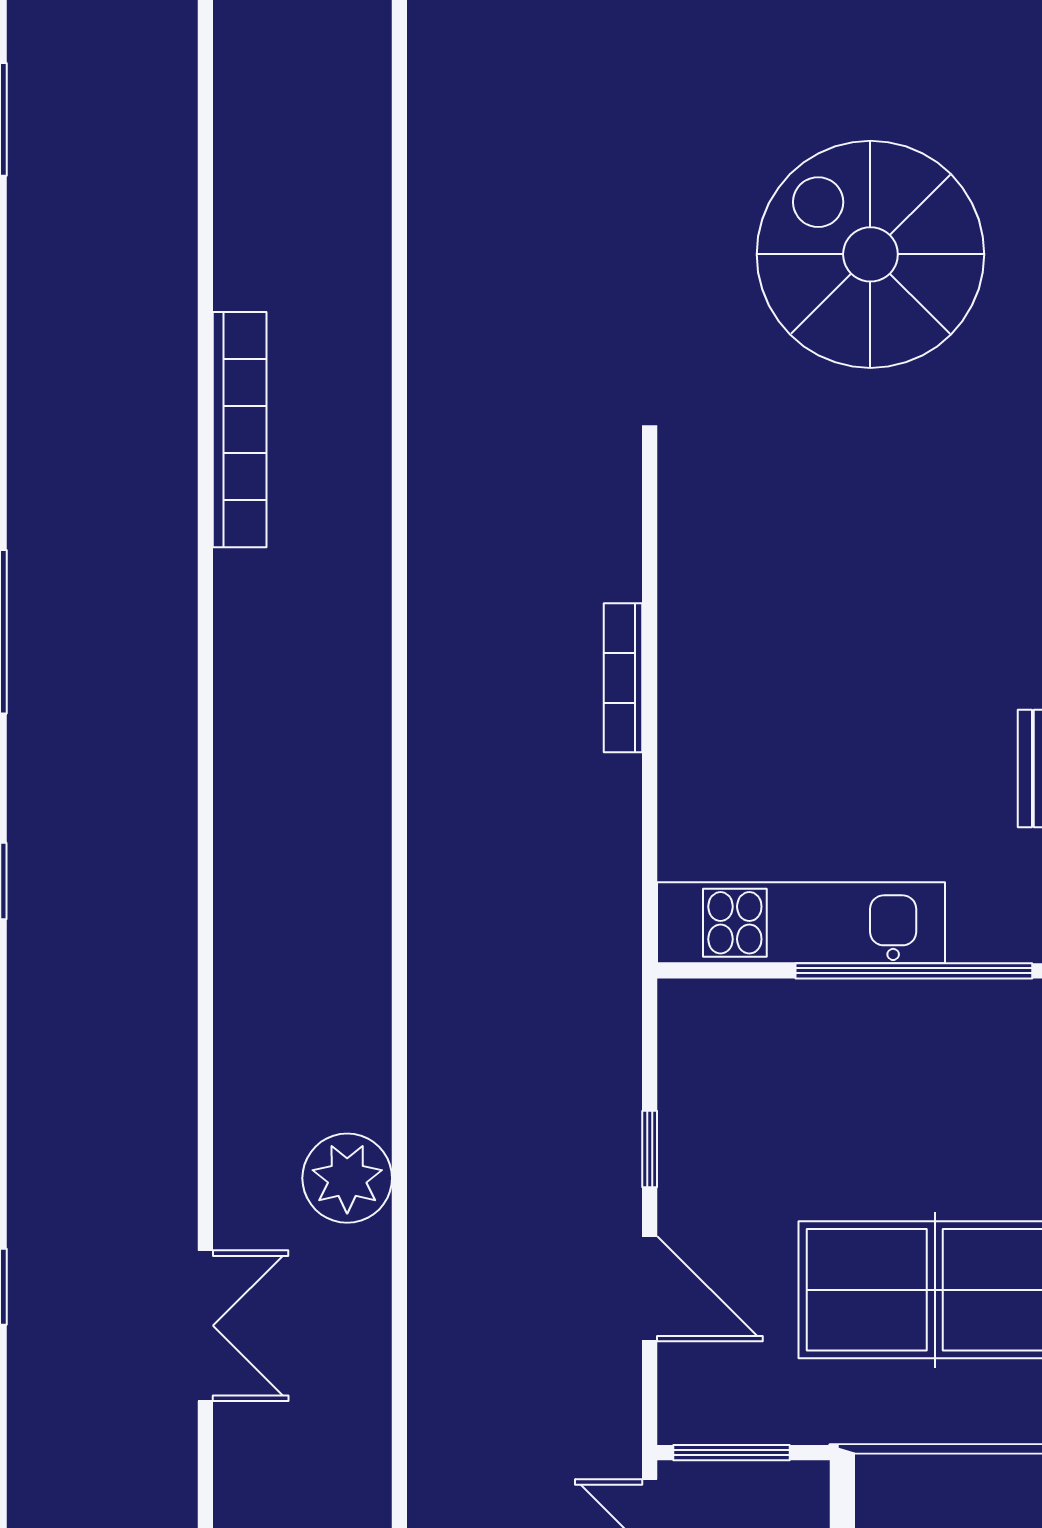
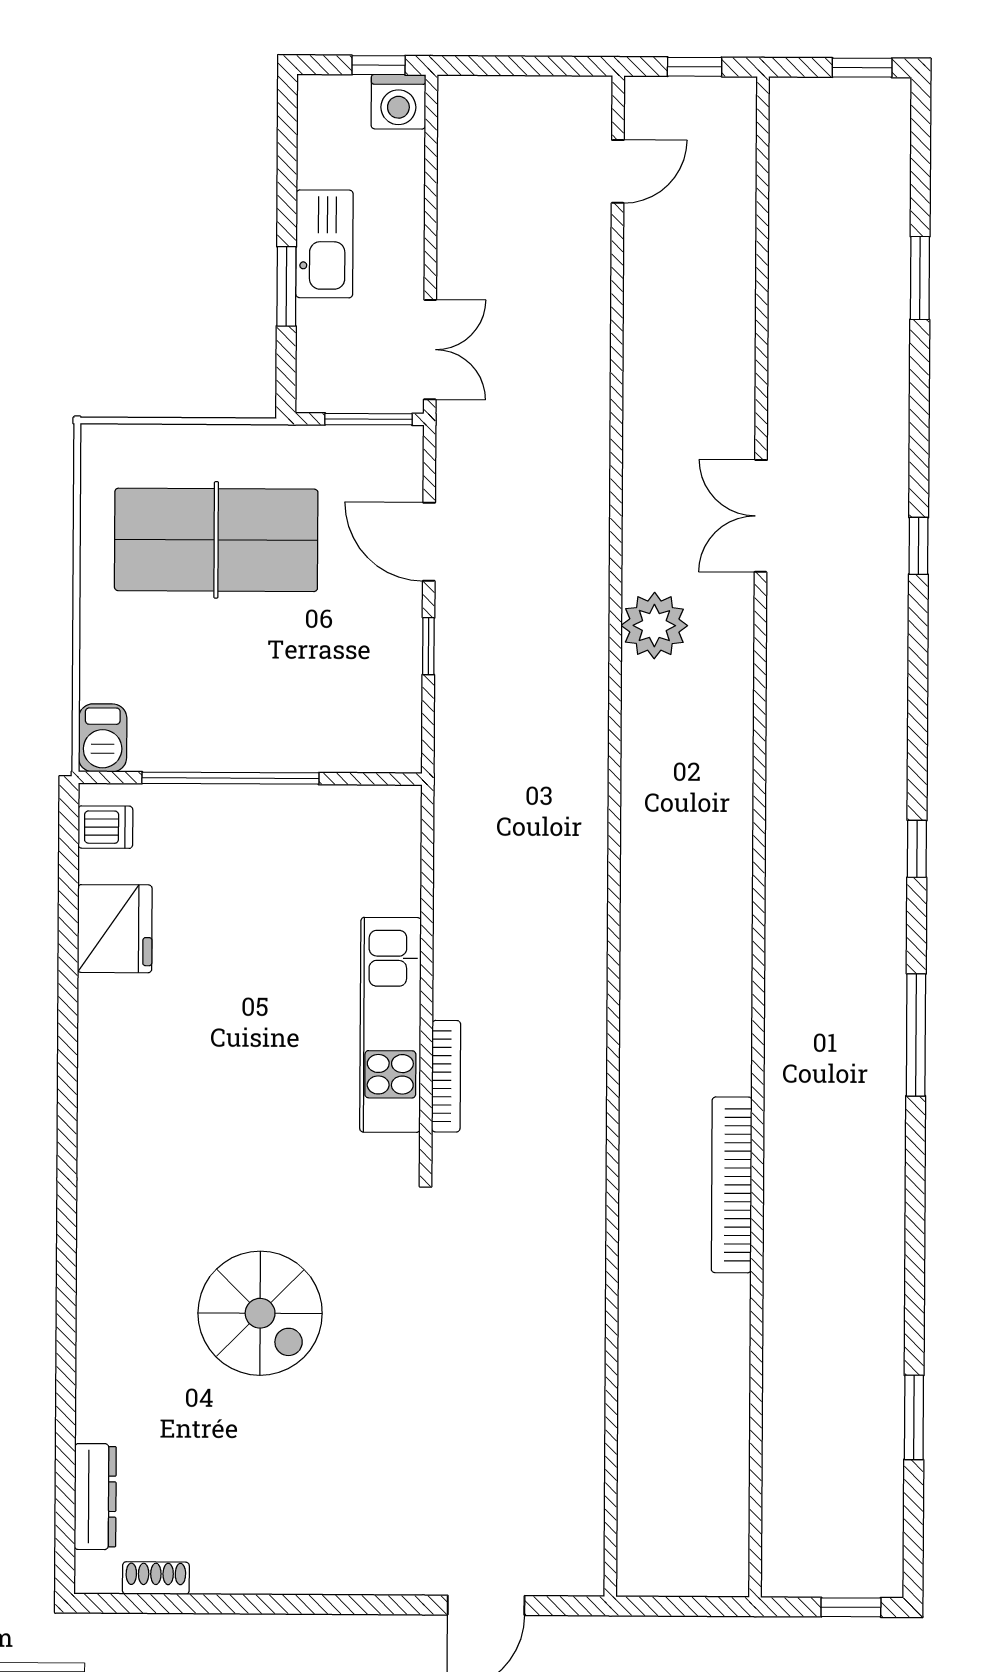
spiral stairs: (870, 254) -> (260, 1313), width x0.73, depth x0.73
bookcase: (623, 678) -> (446, 1076), moved
kitchen unit: (801, 923) -> (391, 1025), moved, turned 90

